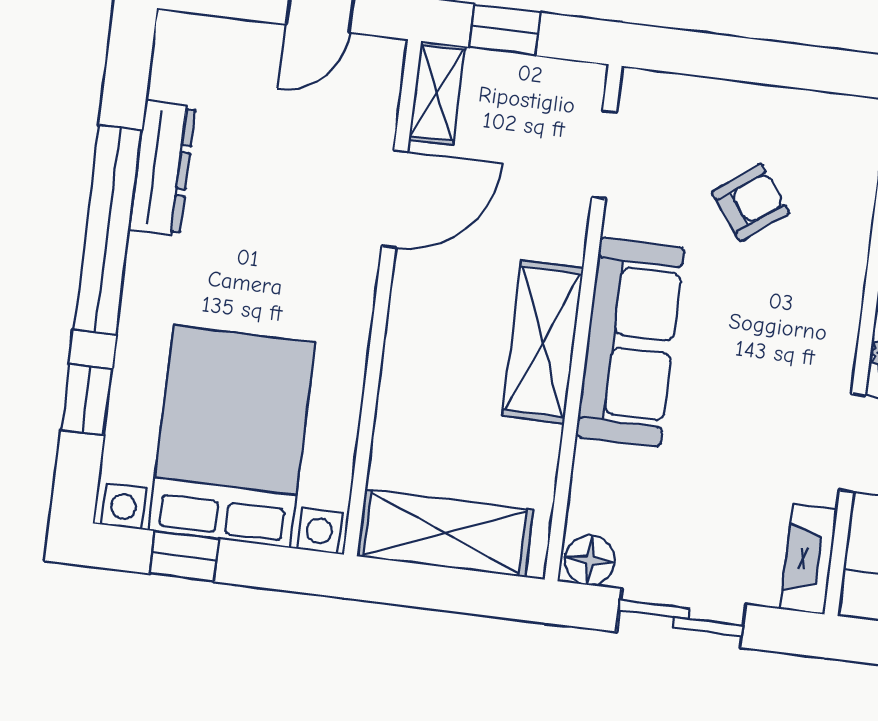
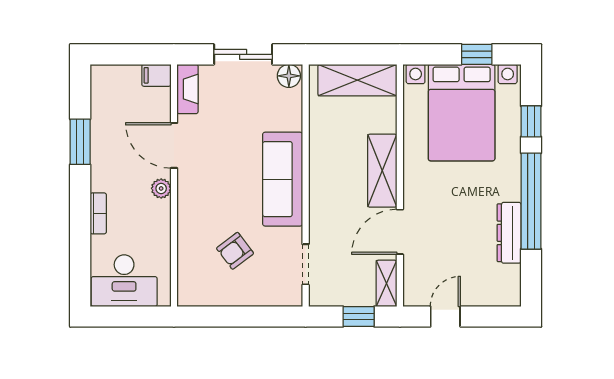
shelving: (543, 342) -> (382, 171), moved

